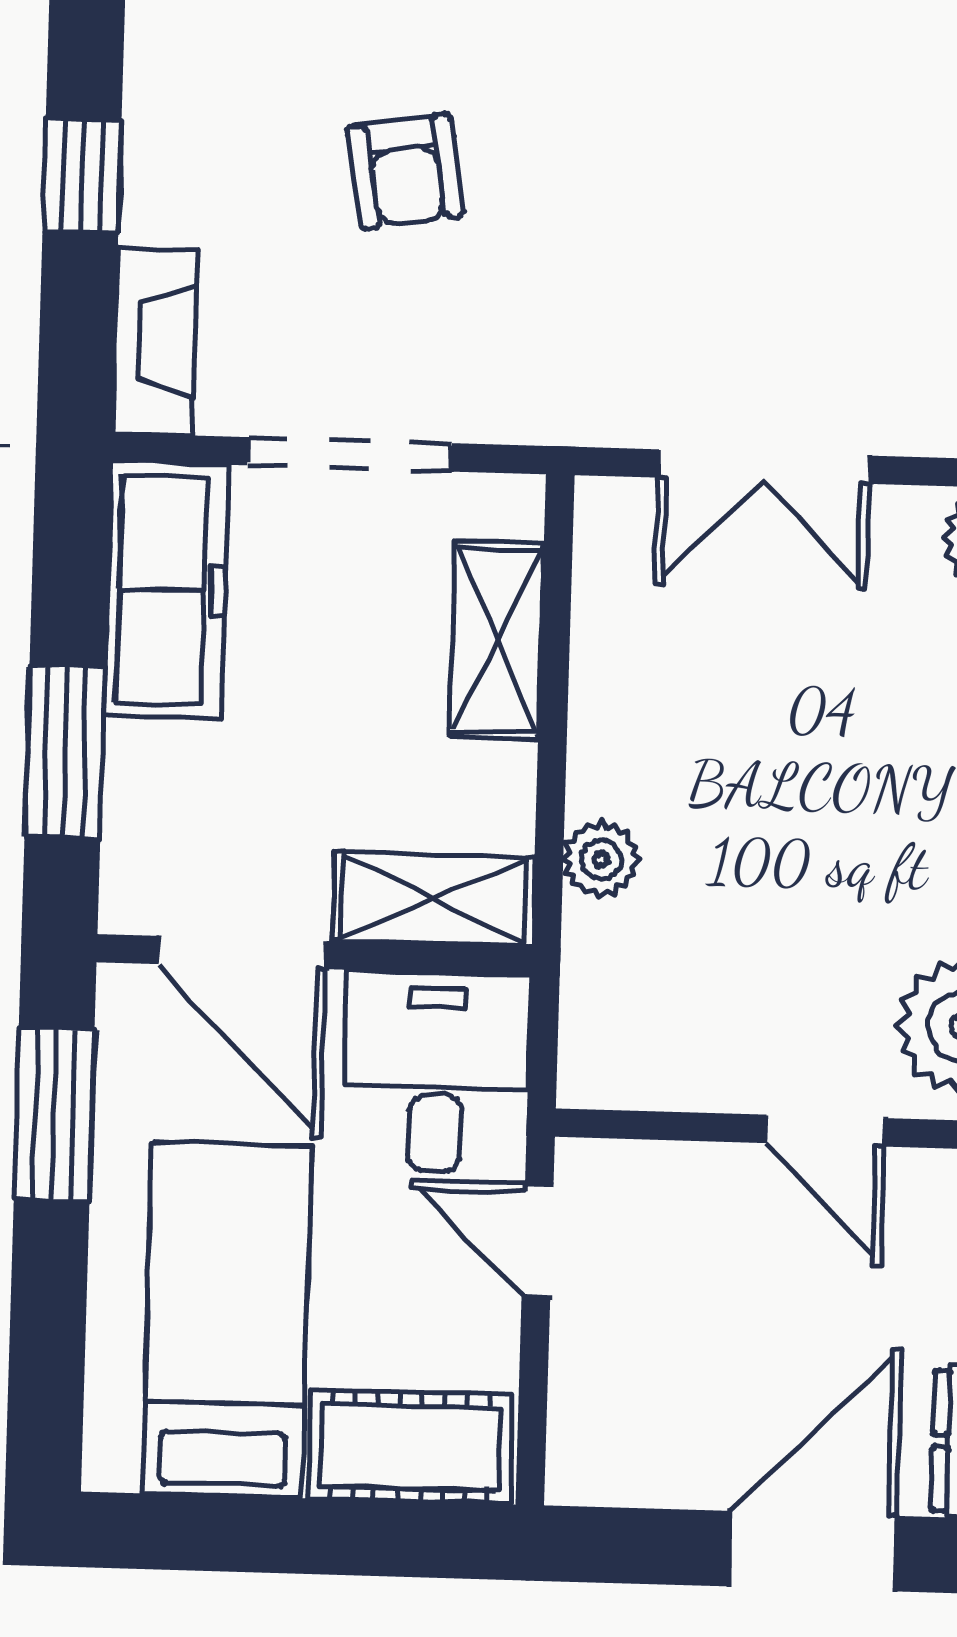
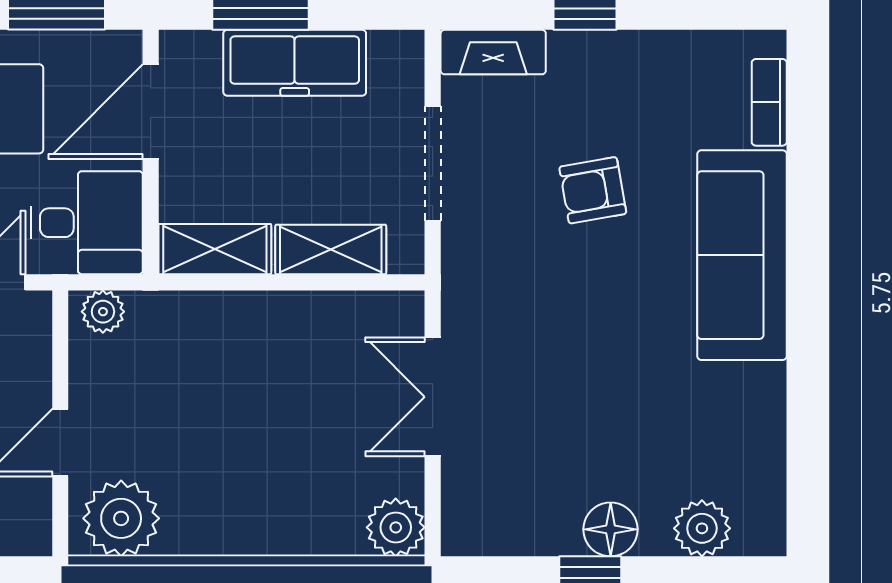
freezer: (166, 590) -> (295, 63), moved
plant: (601, 859) -> (103, 312), moved
shelving: (434, 899) -> (215, 249), moved, turned 90

